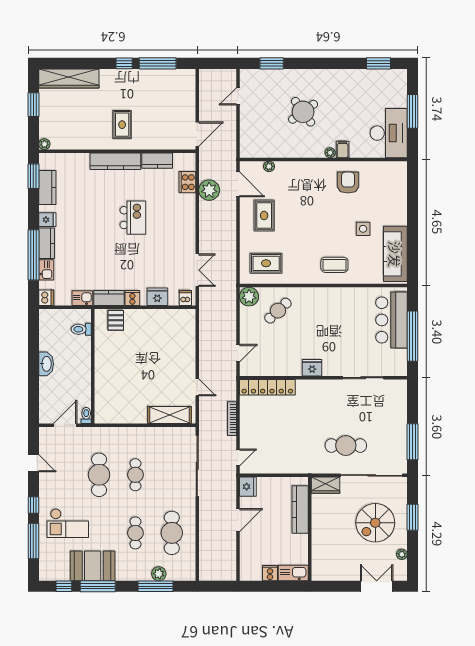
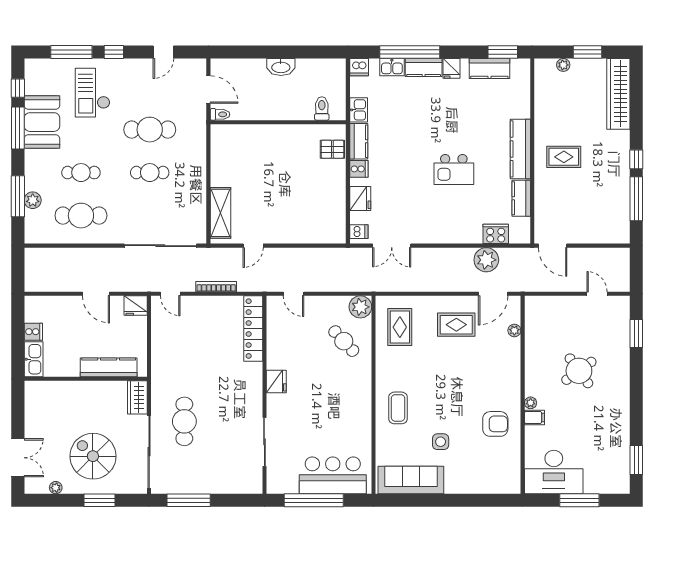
plant: (44, 144) -> (563, 65), moved

